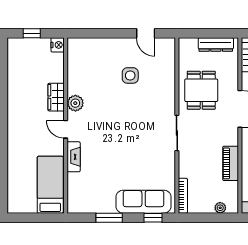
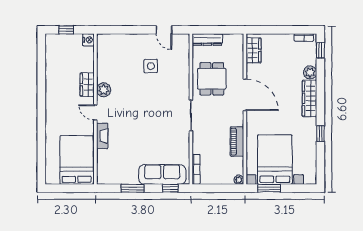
dresser: (216, 45) -> (207, 40), moved
bed: (50, 185) -> (77, 160), width x1.50
plant: (220, 208) -> (239, 180), moved

